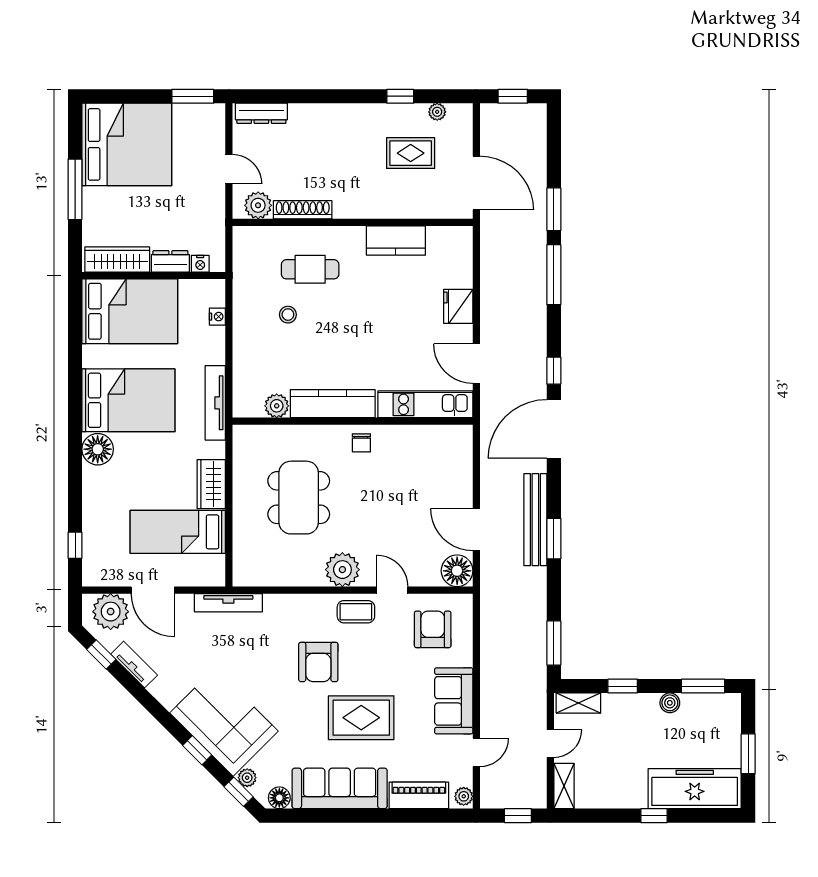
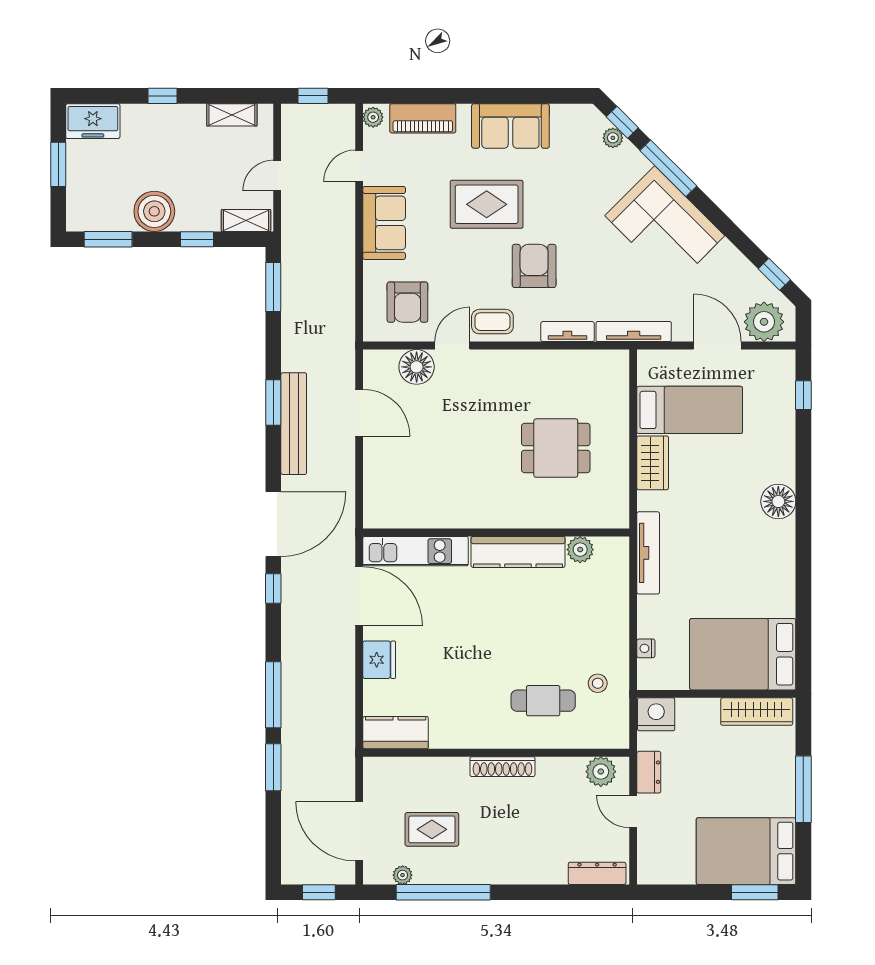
window: (193, 96) -> (755, 892), moved
window: (400, 96) -> (443, 892), width x3.17
bed: (127, 144) -> (746, 851), width x0.73
door: (476, 183) -> (359, 831), moved
shoe rack: (303, 210) -> (502, 767), moved
kitchen counter: (396, 240) -> (396, 733), moved
dresser: (170, 261) -> (649, 772), moved, turned -90
nightstand: (200, 264) -> (656, 714), width x1.89, depth x1.79
stool: (288, 315) -> (598, 683), moved
door: (476, 364) -> (359, 596), width x1.36
bed: (128, 400) -> (744, 556), removed
chair: (361, 443) -> (486, 509), removed
dining table: (299, 498) -> (556, 448), width x0.73
plant: (342, 570) -> (507, 368), removed
floor lamp: (457, 571) -> (417, 367), moved
door: (392, 590) -> (452, 346), swing flipped
tv unit: (134, 665) -> (567, 332), moved, turned 135
boiler: (670, 703) -> (154, 211), width x1.86, depth x1.86
corner sofa: (224, 722) -> (665, 226), moved
window: (197, 750) -> (668, 168), width x2.17
shelving: (564, 786) -> (232, 115), moved, turned 90
sofa: (340, 788) -> (510, 126), width x0.73
freezer: (695, 789) -> (93, 121), width x0.52, depth x0.79
floor lamp: (279, 798) -> (577, 116), removed

